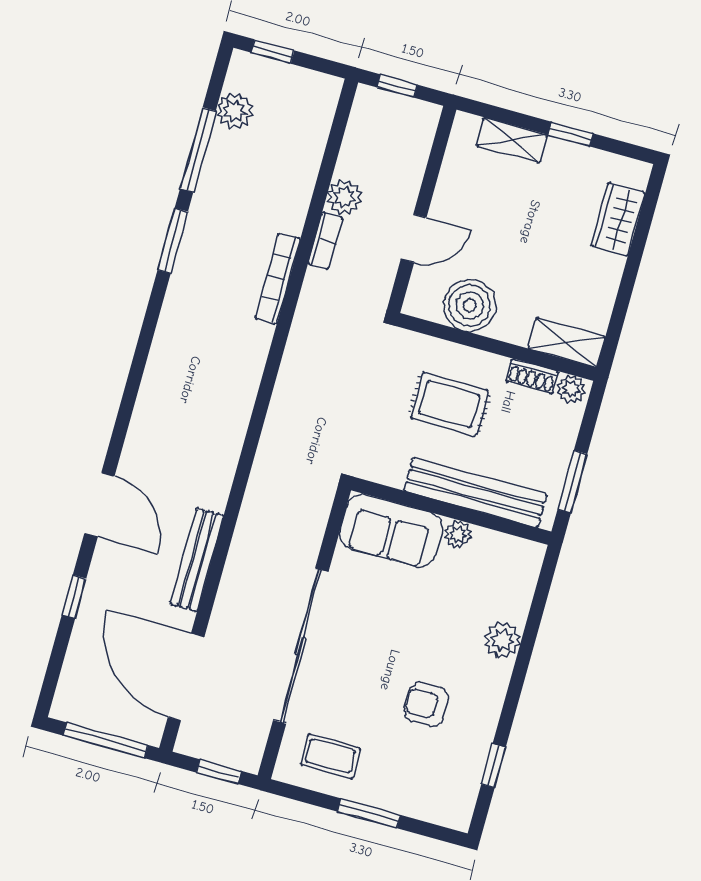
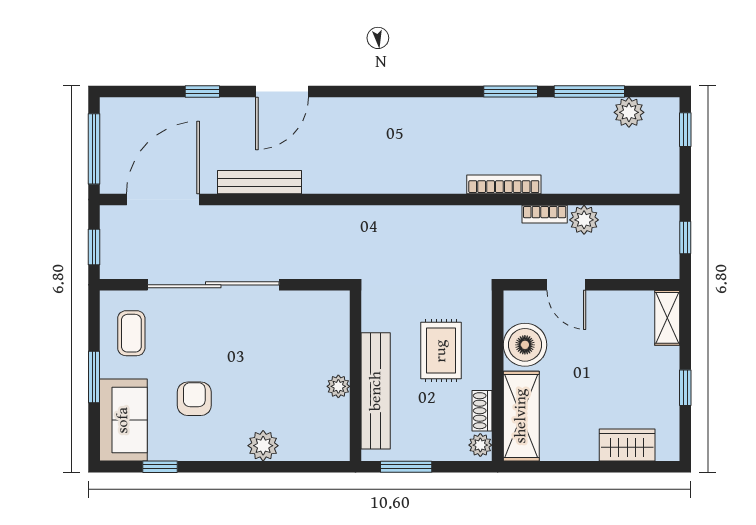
shelving: (512, 140) -> (667, 318), moved
shelving: (567, 342) -> (521, 416), width x1.50, depth x1.33
sofa: (391, 531) -> (123, 420), moved, turned 180

